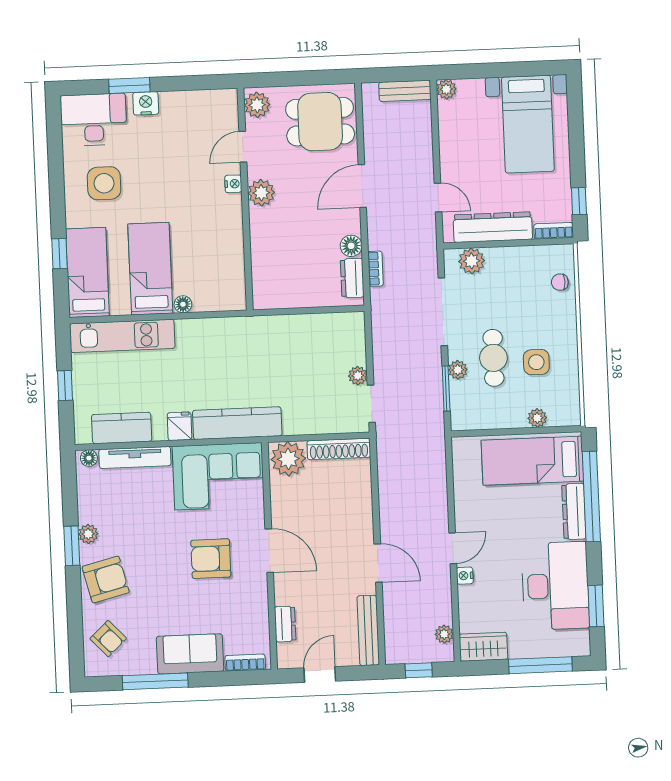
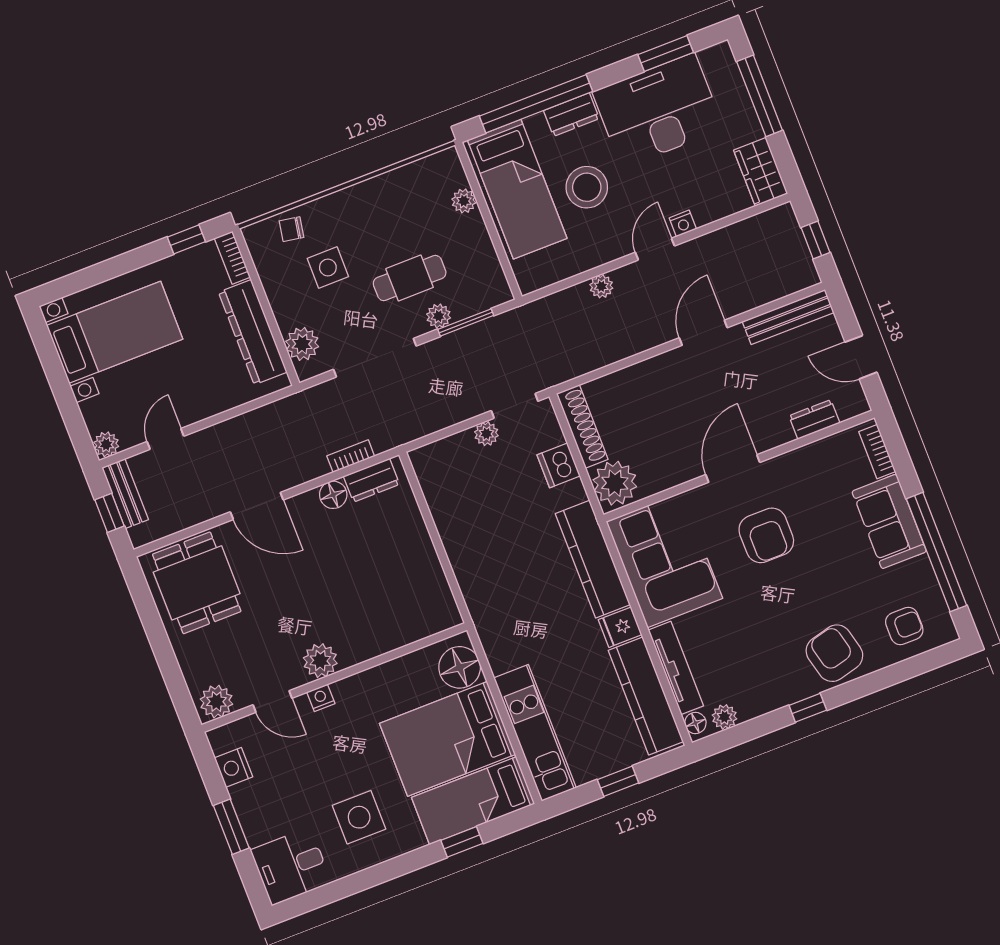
window: (394, 74) -> (110, 513), added
nightstand: (146, 103) -> (233, 767), moved
plant: (257, 105) -> (216, 702), moved
desk: (94, 120) -> (291, 866), width x0.73
door: (243, 147) -> (272, 702), moved
nightstand: (233, 184) -> (321, 698), moved
plant: (261, 193) -> (320, 661), moved
door: (438, 198) -> (165, 439), moved
wall: (245, 199) -> (334, 677), moved
bed: (150, 269) -> (447, 739), width x1.50
chair: (560, 282) -> (291, 229), turned 100
floor lamp: (183, 304) -> (460, 667), width x1.89, depth x1.89
side table: (536, 362) -> (328, 267), moved
dishwasher: (316, 421) -> (559, 465), added
kitchen counter: (122, 428) -> (646, 696), width x1.50
dresser: (574, 512) -> (571, 115), width x0.70
stool: (516, 513) -> (587, 187), added
plant: (88, 534) -> (724, 717), moved
window: (72, 546) -> (808, 708), width x0.67
door: (453, 548) -> (655, 249), hinge flipped
plant: (444, 634) -> (601, 286), moved
armchair: (108, 639) -> (904, 626), turned 43
window: (155, 681) -> (937, 552), width x1.46

